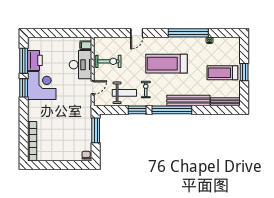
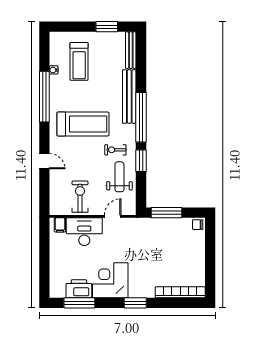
treadmill: (166, 64) -> (83, 124), turned -90
window: (244, 72) -> (107, 27), moved
treadmill: (222, 73) -> (79, 61), moved
door: (93, 87) -> (113, 216), hinge flipped
window: (24, 88) -> (135, 303), moved

